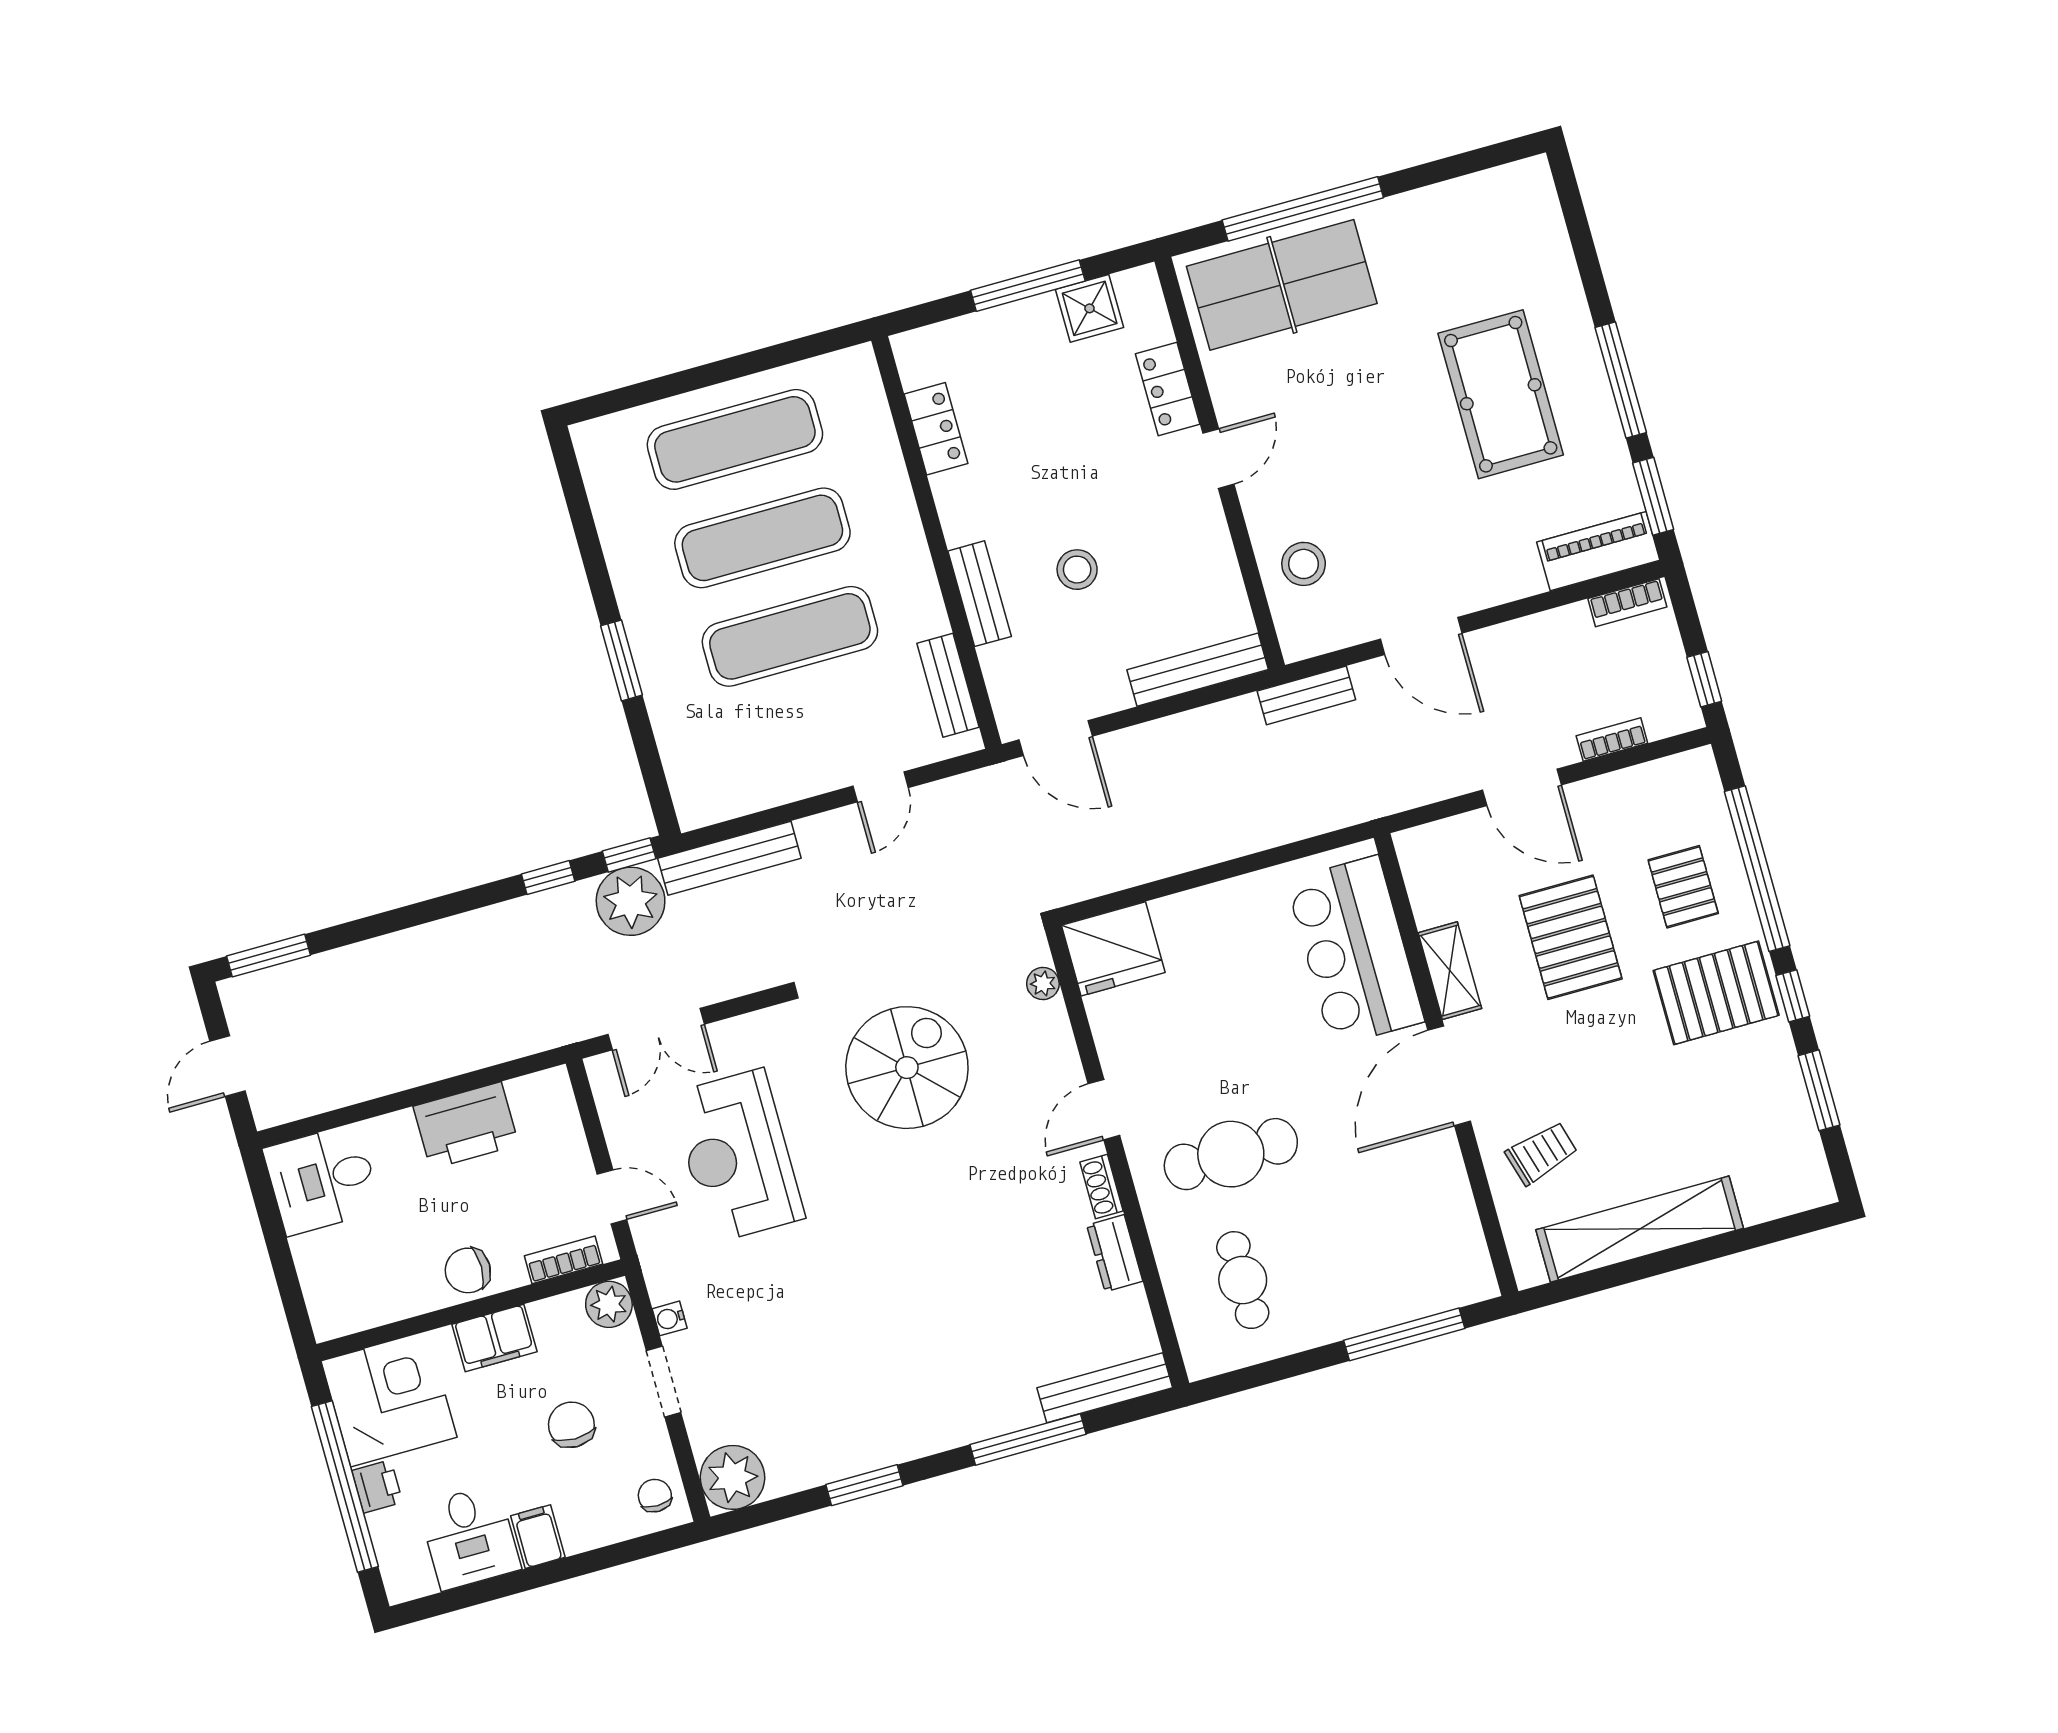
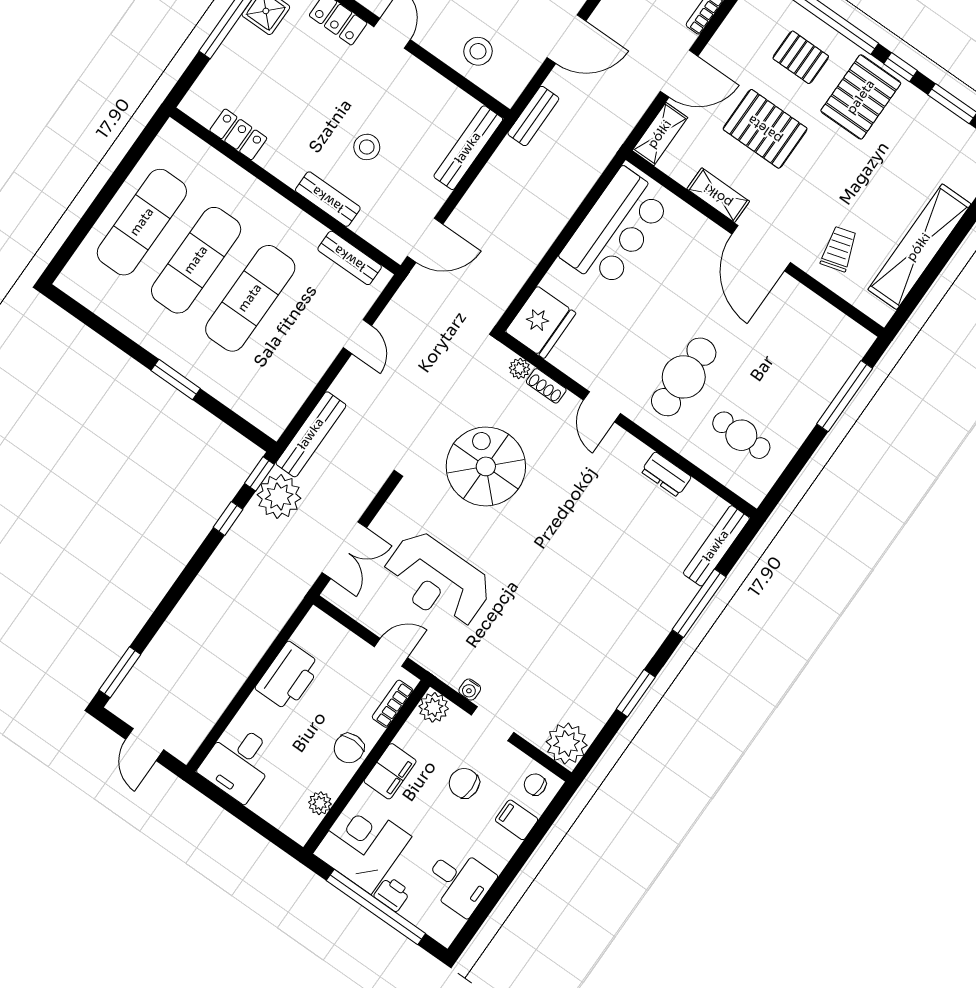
shelving: (1440, 841) -> (660, 134), added
bar counter: (1355, 951) -> (616, 228), moved, turned -90
shoe rack: (1101, 1187) -> (546, 386), moved
plant: (380, 1308) -> (320, 803), added
filing cabinet: (538, 1537) -> (517, 820), moved

